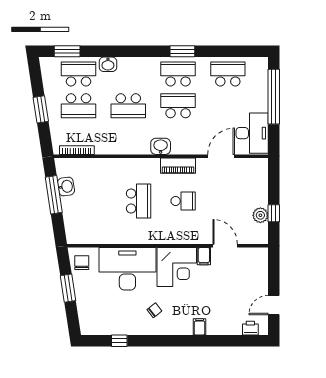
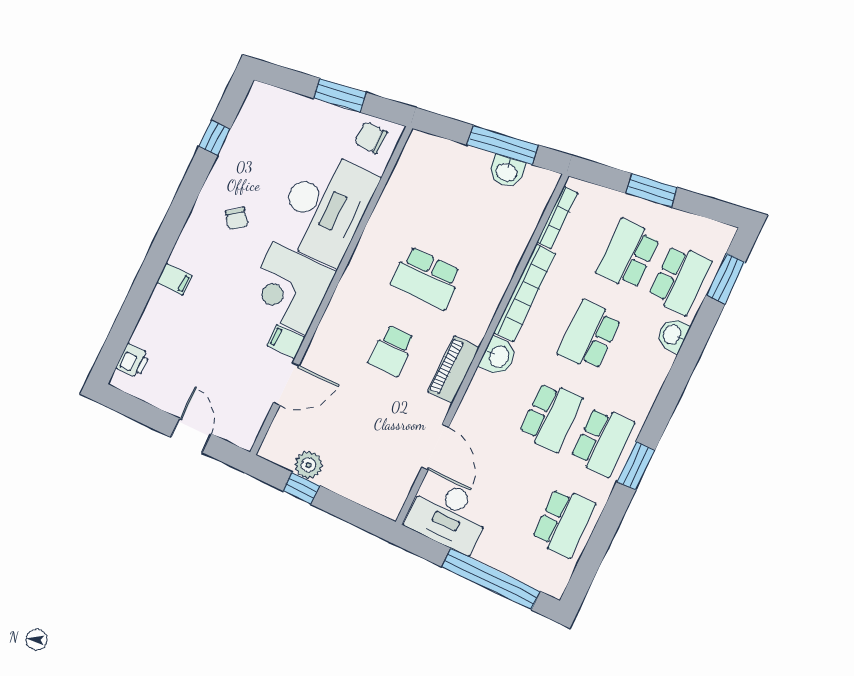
bookcase: (123, 148) -> (525, 293), added
chair: (82, 263) -> (371, 138), turned 180
door: (274, 305) -> (191, 435), moved

